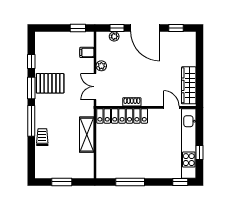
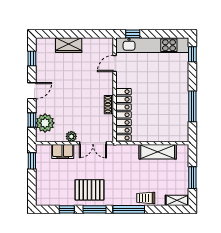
door: (145, 28) -> (32, 91), width x0.53
plant: (114, 36) -> (45, 123), width x1.88, depth x1.88
filing cabinet: (87, 52) -> (63, 151), width x2.00
pallet: (50, 83) -> (89, 190), turned 90
wardrobe: (189, 85) -> (69, 45), moved, width x0.67
shelving: (87, 135) -> (158, 152), moved
window: (200, 153) -> (133, 34), moved
shelving: (40, 167) -> (177, 200), added

